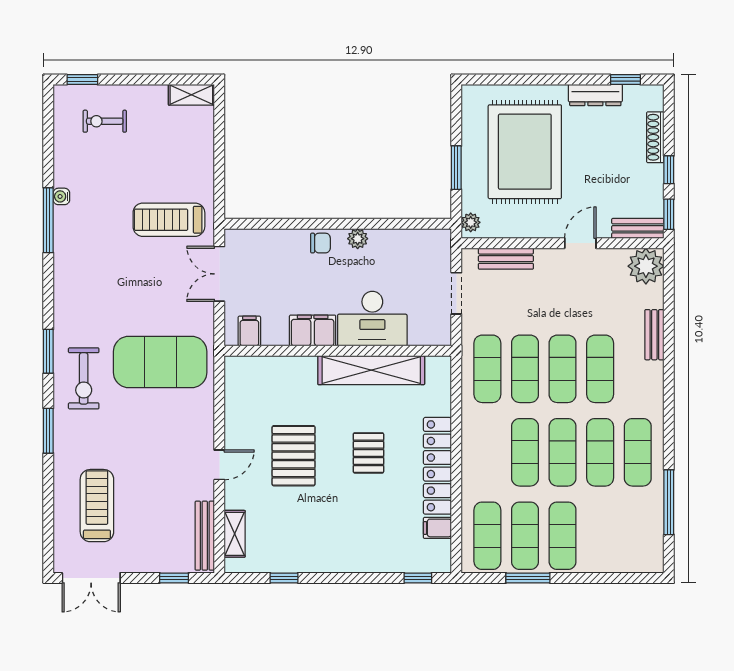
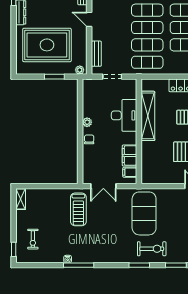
filing cabinet: (313, 330) -> (130, 155), moved

